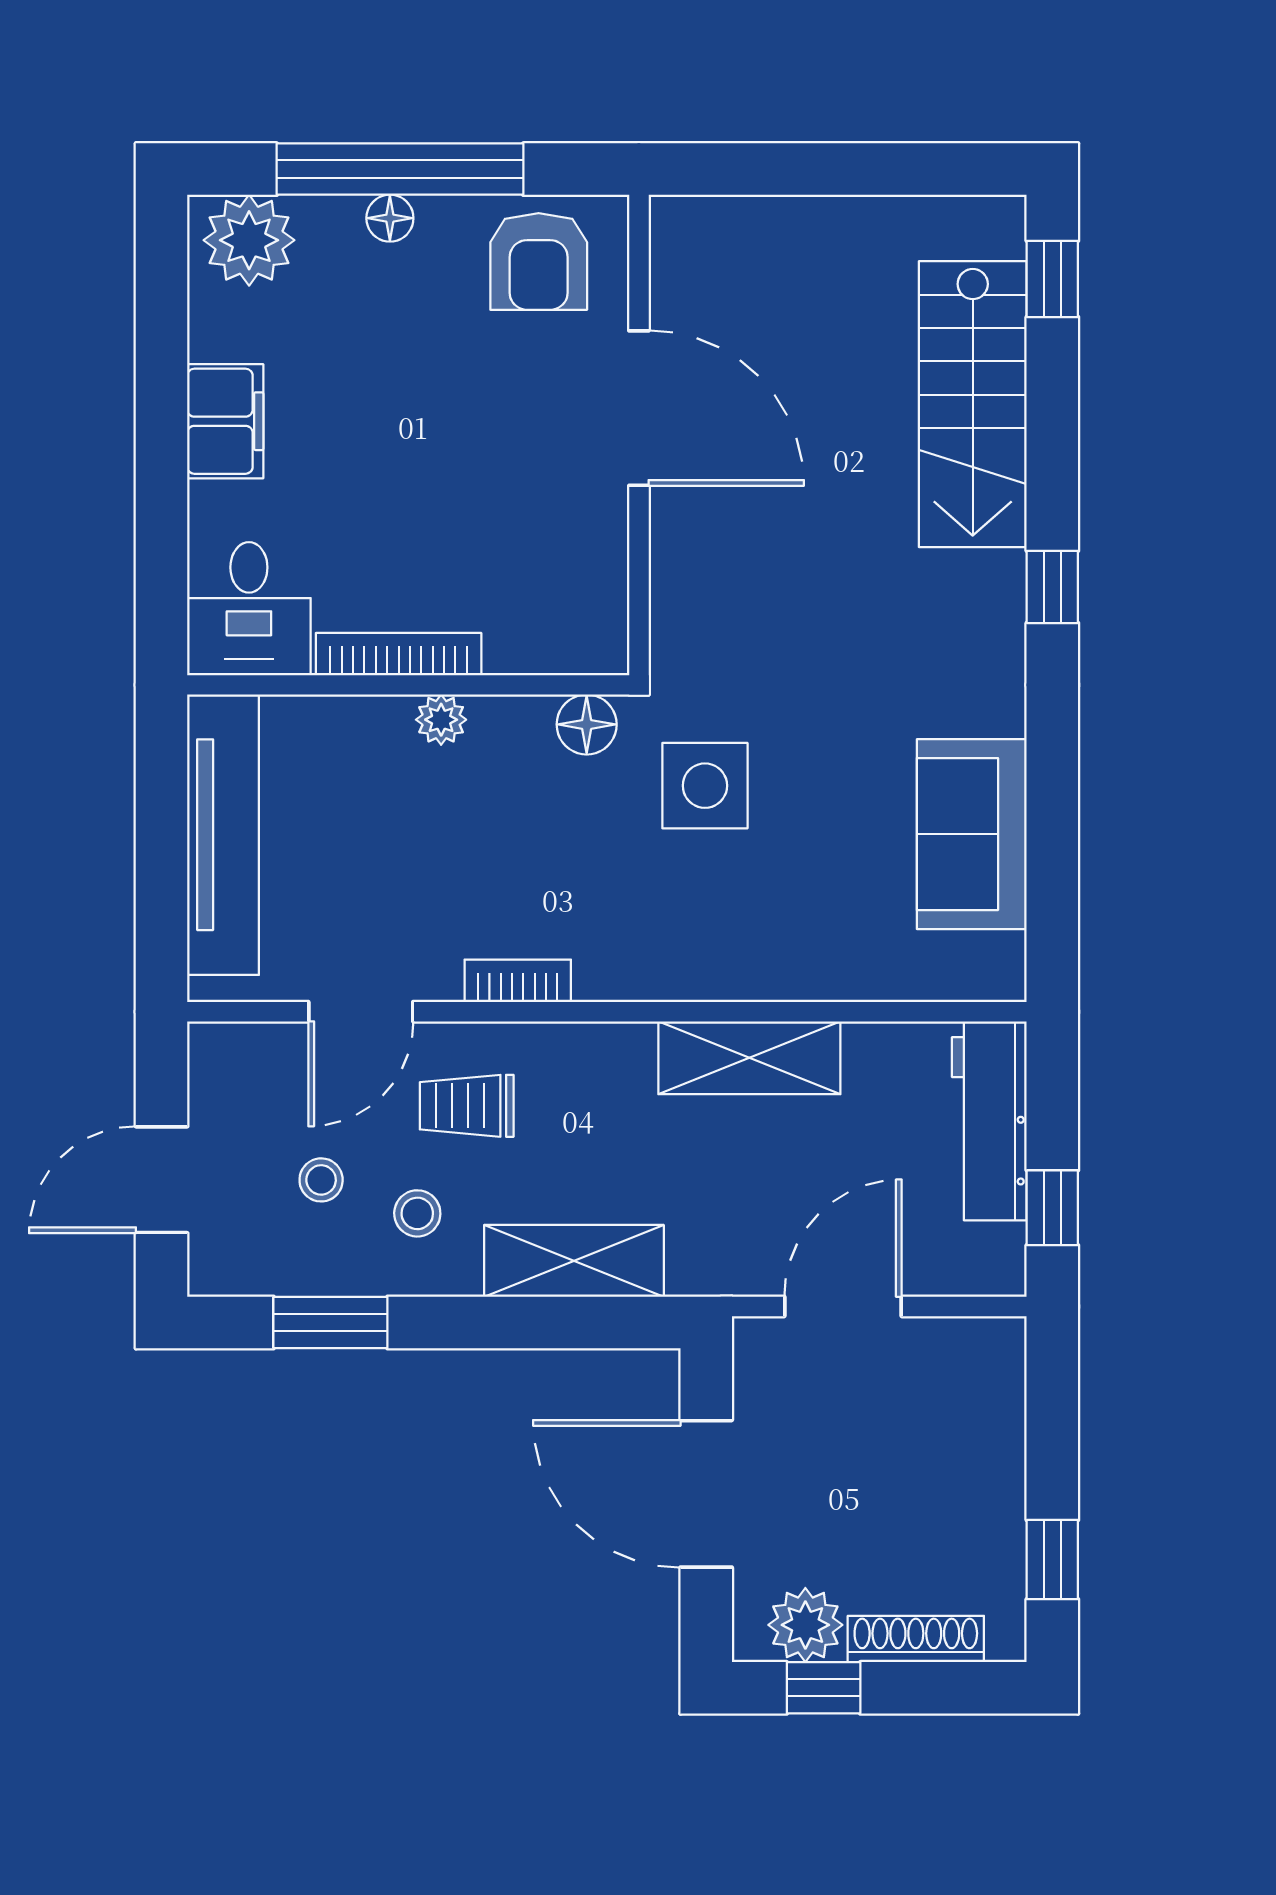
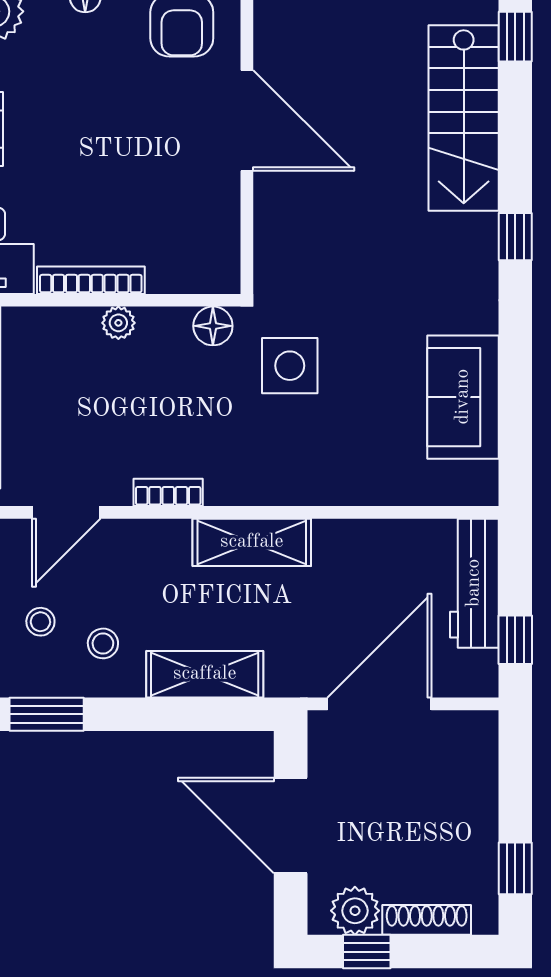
shelving: (749, 1058) -> (252, 542), moved
trolley: (467, 1106) -> (135, 574), removed
door: (843, 1306) -> (379, 704), width x1.36

